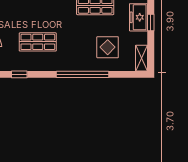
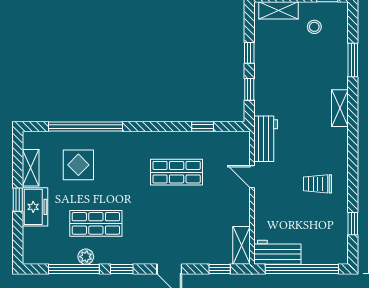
shelving: (142, 58) -> (31, 168), moved
window: (83, 74) -> (85, 126), moved

